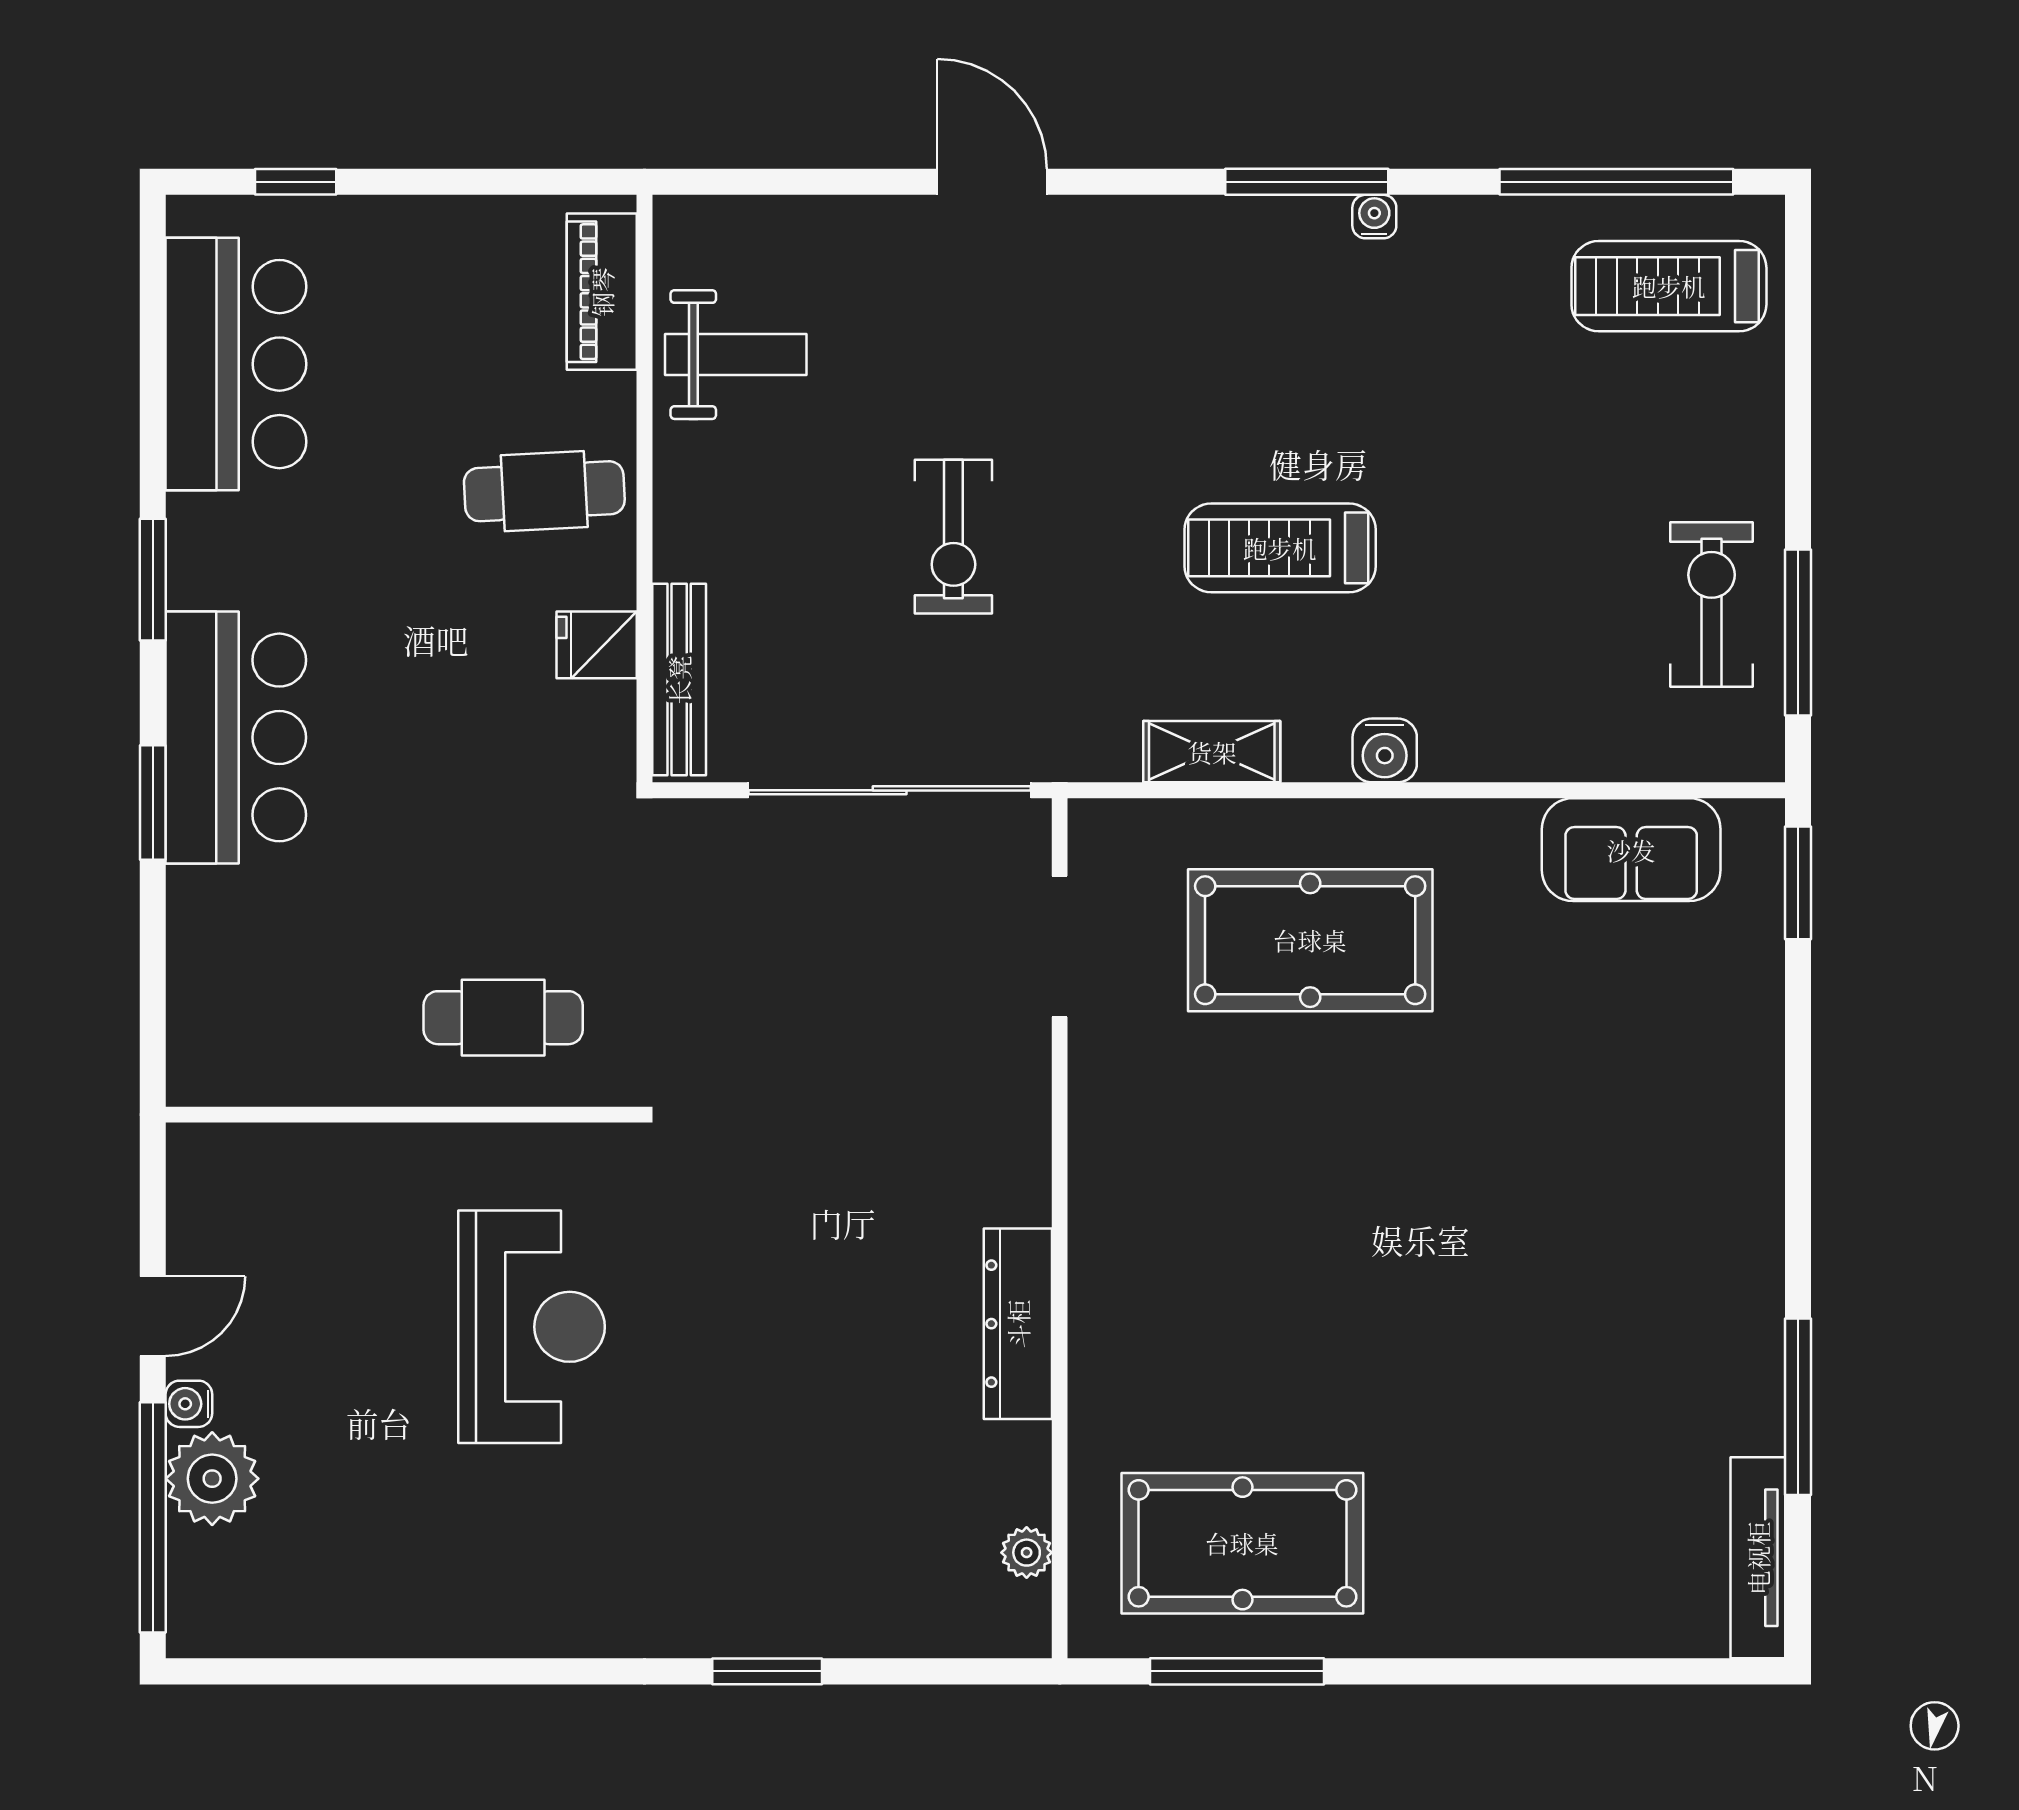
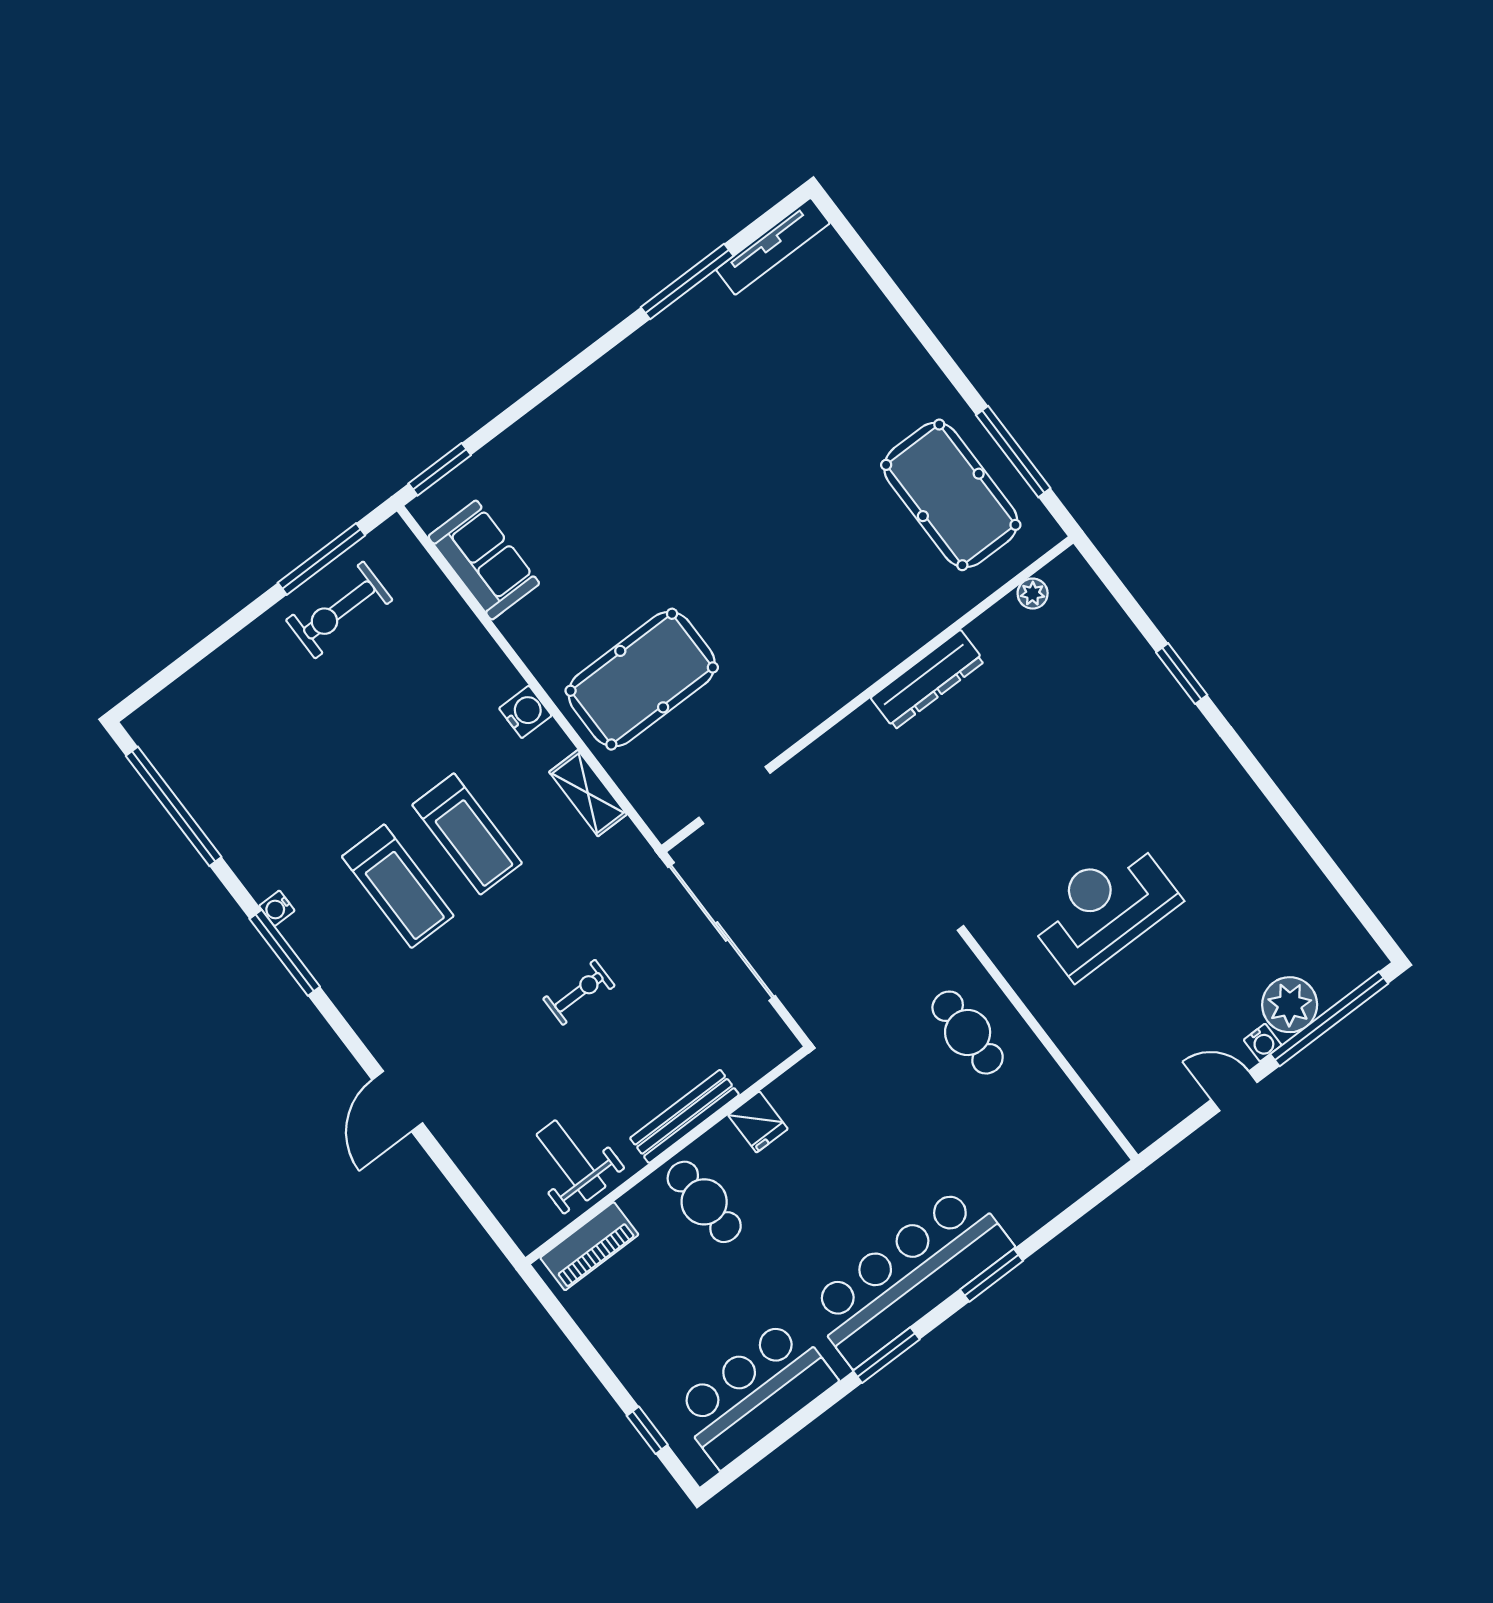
treadmill: (1669, 286) -> (398, 886), moved
exercise bike: (953, 537) -> (579, 992), width x0.73, depth x0.72
bench: (679, 680) -> (685, 1116), moved
bar counter: (236, 737) -> (909, 1276), width x1.36
pool table: (1310, 940) -> (642, 679), turned 90

